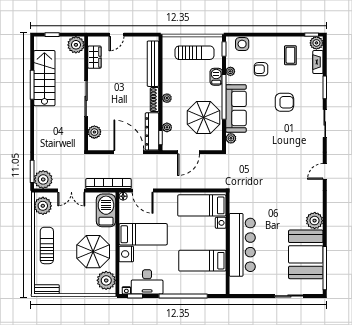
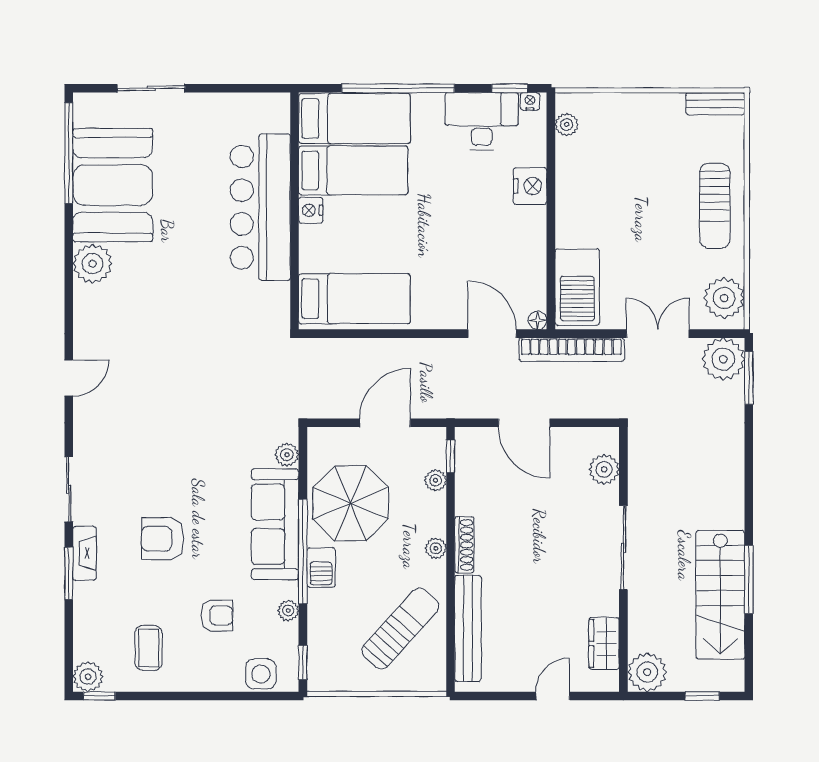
sun lounger: (194, 53) -> (400, 629), moved, turned 132
fireplace: (318, 62) -> (84, 553), moved
barbecue: (216, 77) -> (321, 568), moved
dresser: (152, 131) -> (470, 471), removed
door: (129, 152) -> (524, 423), width x0.73
nightstand: (221, 223) -> (311, 210), moved
bed: (143, 234) -> (354, 119), moved, turned 180
parasol: (93, 252) -> (607, 191), removed
plant: (106, 280) -> (567, 124), width x0.53, depth x0.53

